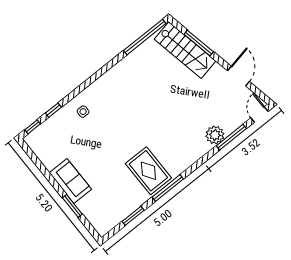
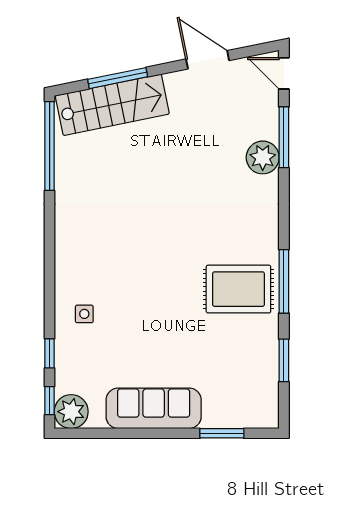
plant: (35, 140) -> (71, 412), added
sofa: (70, 181) -> (154, 408), width x1.36
window: (72, 206) -> (222, 433), moved

